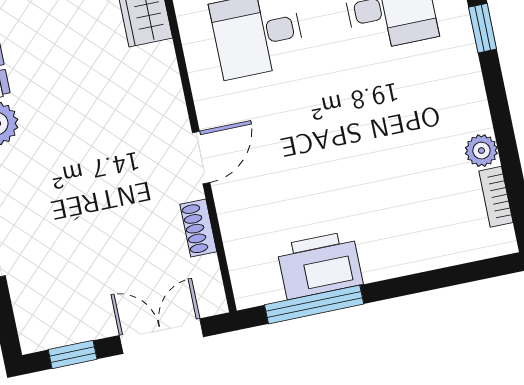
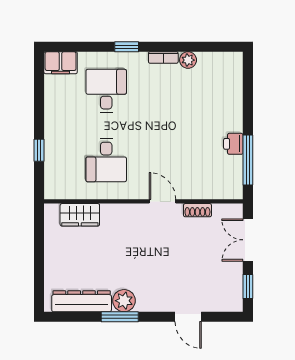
bookcase: (496, 197) -> (163, 58), moved
printer: (320, 265) -> (233, 144), width x0.53, depth x0.68

